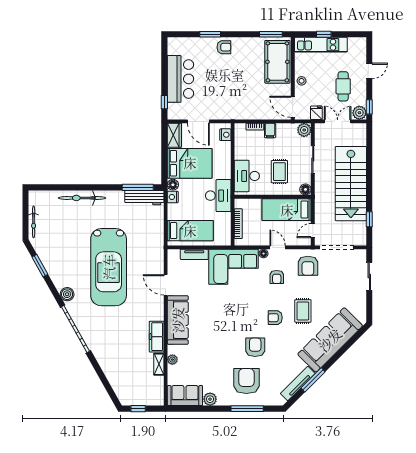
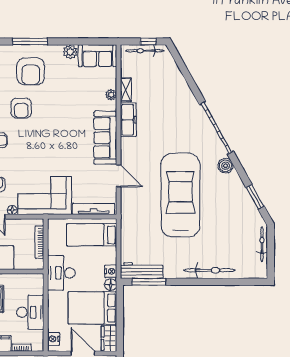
desk: (247, 176) -> (30, 312), moved
tv unit: (194, 254) -> (93, 209), width x1.41
bicycle: (141, 400) -> (145, 51), added

